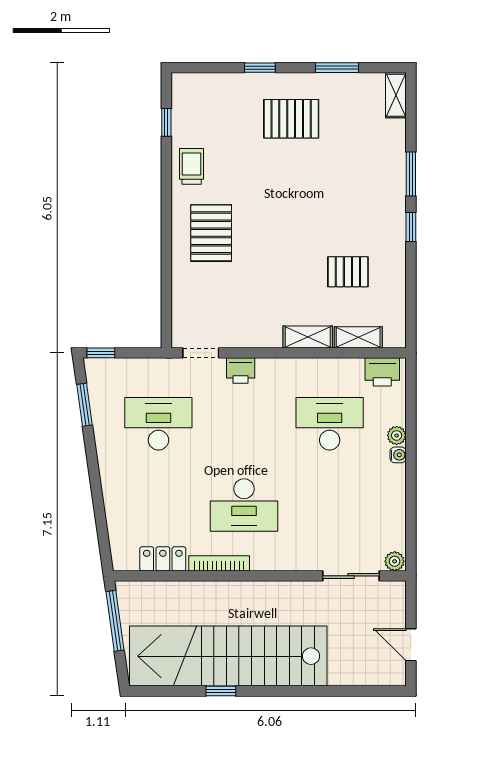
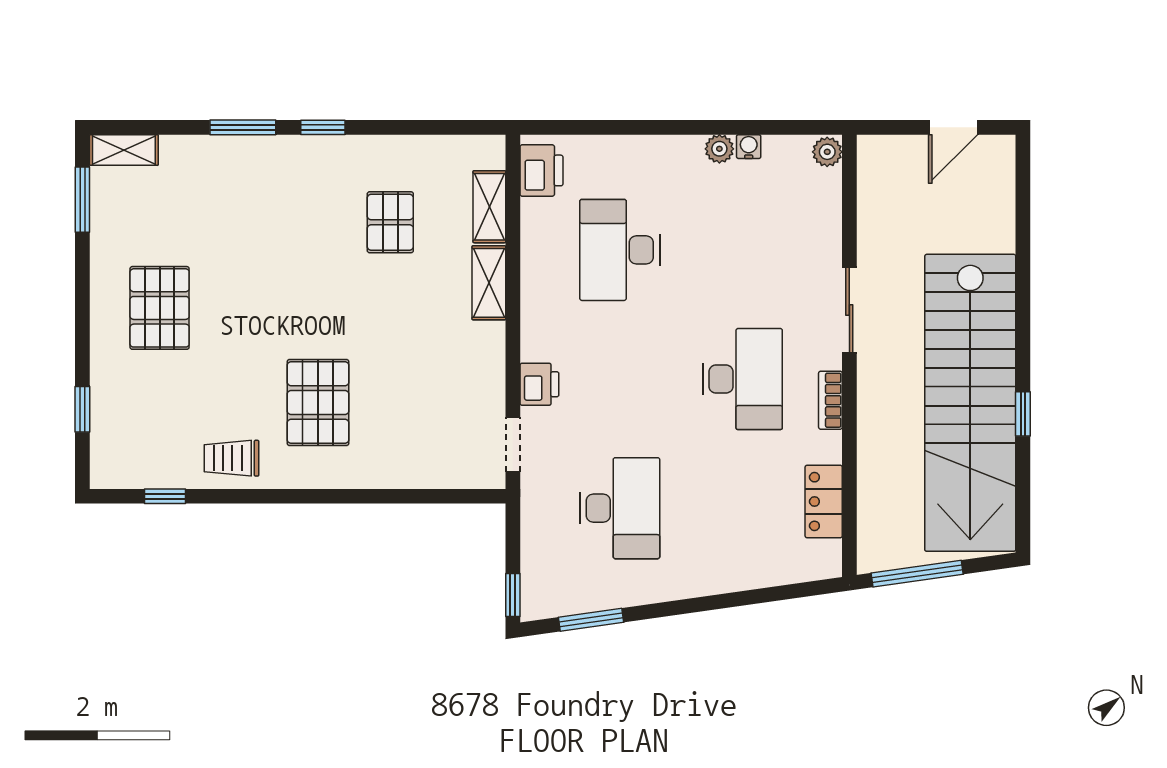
window: (260, 68) -> (82, 409), moved
window: (337, 68) -> (82, 200), moved
pallet: (211, 233) -> (318, 402), moved, turned 90
desk: (158, 424) -> (620, 508), turned 180
plant: (397, 435) -> (719, 149), moved
water cooler: (398, 455) -> (749, 147), moved
bookcase: (219, 563) -> (830, 400), width x0.64
sliding door: (351, 576) -> (849, 310), moved

